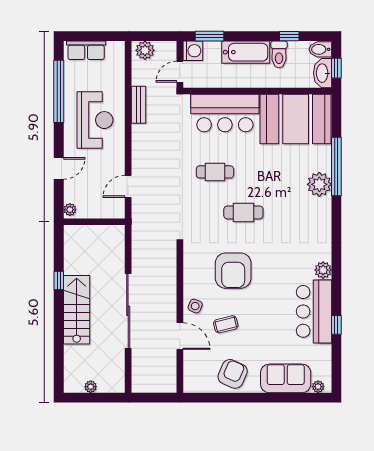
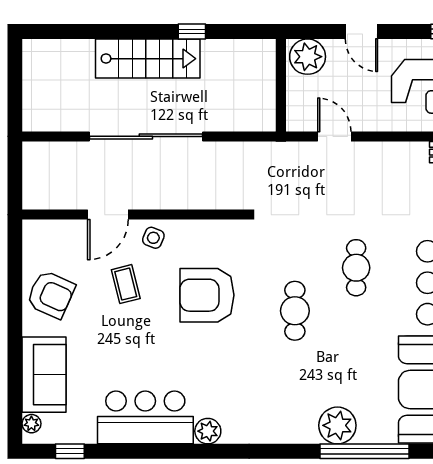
plant: (70, 210) -> (308, 57), width x1.87, depth x1.87
window: (336, 325) -> (70, 451), moved
plant: (91, 387) -> (31, 80), removed

